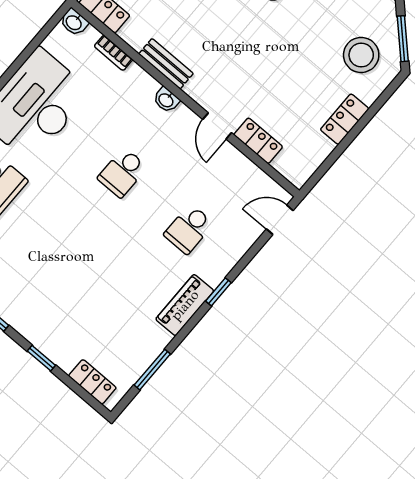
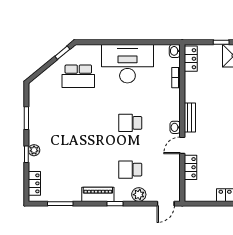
bench: (166, 64) -> (190, 118), moved
washbasin: (166, 100) -> (175, 127), moved
door: (280, 220) -> (166, 204), swing flipped
plant: (234, 247) -> (139, 195), added
plant: (45, 342) -> (34, 150), added

